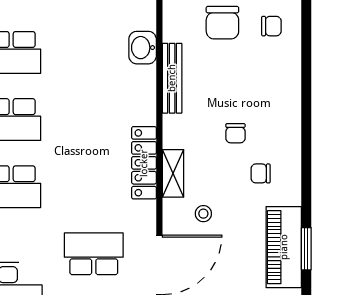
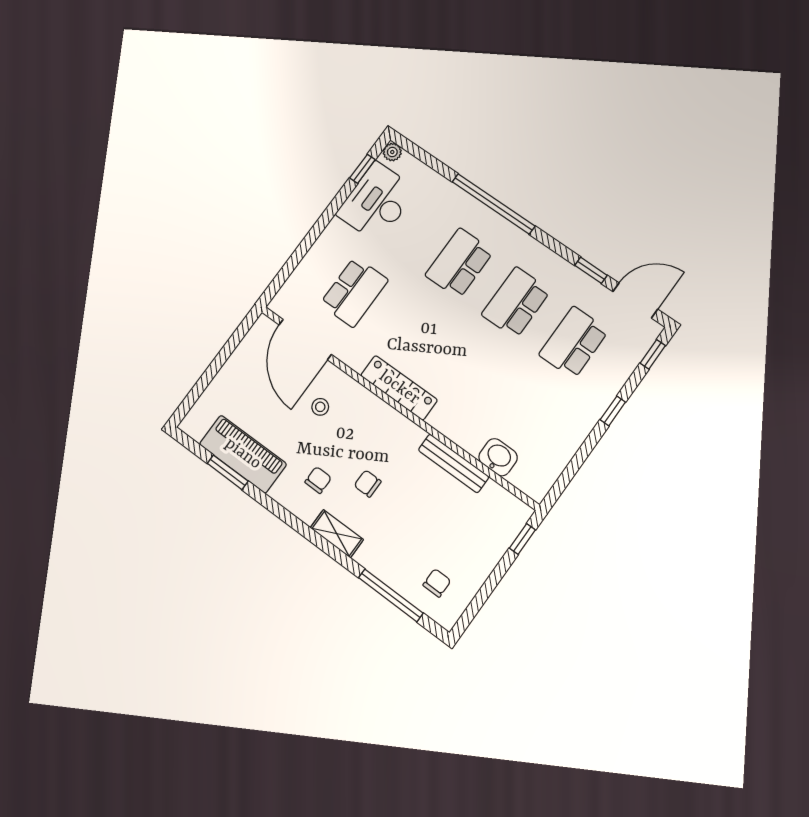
chair: (222, 23) -> (470, 542), removed
chair: (271, 26) -> (437, 583), turned 180
window: (306, 54) -> (391, 595), added
shelving: (173, 173) -> (337, 534), moved

